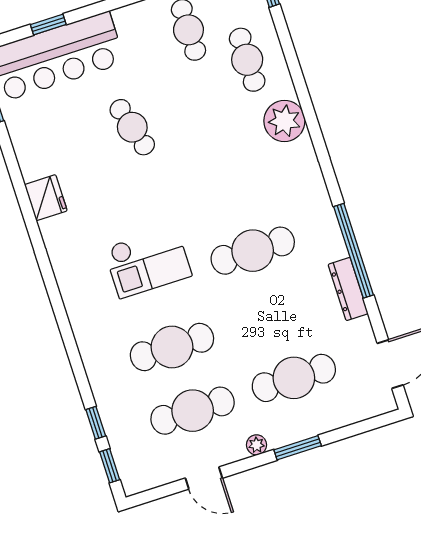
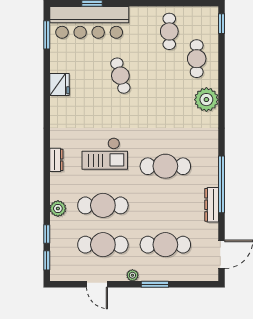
fridge: (46, 198) -> (59, 84), moved
dresser: (73, 298) -> (56, 160), added
plant: (101, 376) -> (58, 209), added

